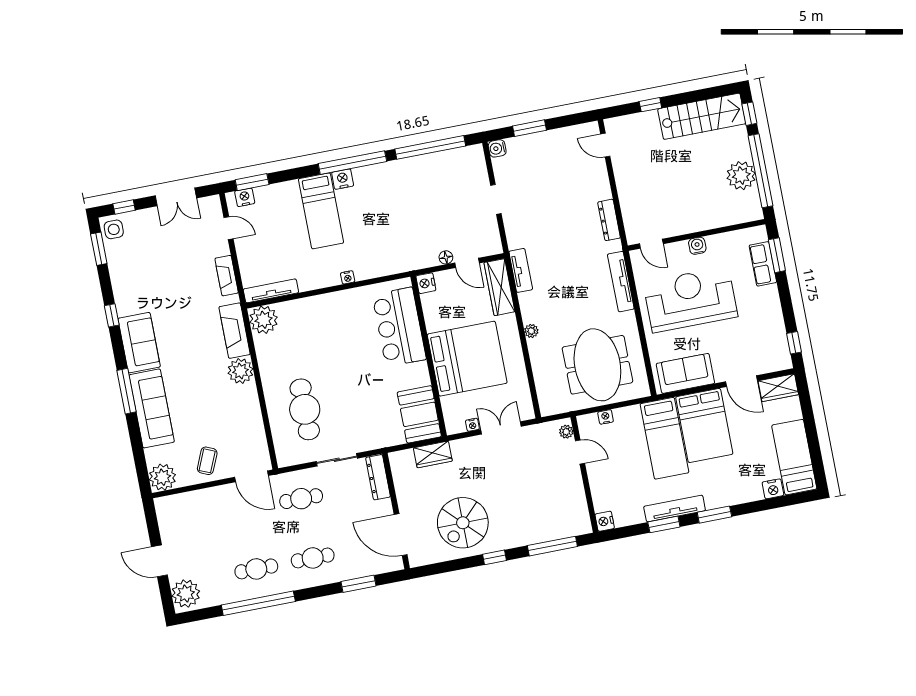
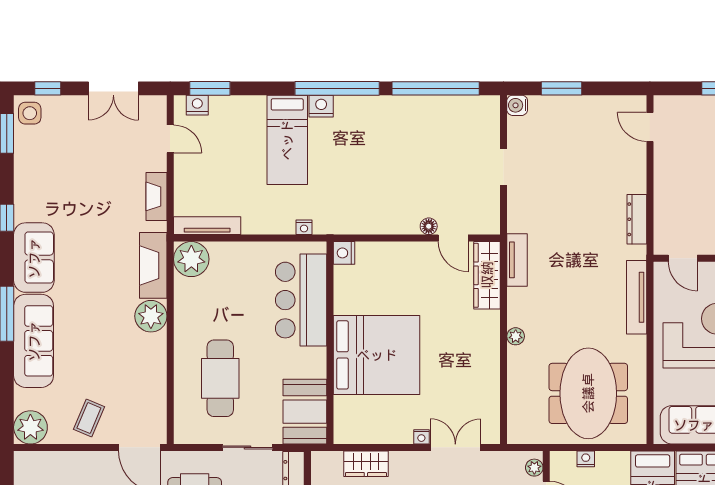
nightstand: (426, 283) -> (344, 253), moved
bar counter: (399, 327) -> (301, 300), moved
wall: (429, 356) -> (330, 343), moved
bed: (467, 359) -> (377, 355), moved
booth: (419, 414) -> (305, 412), moved

